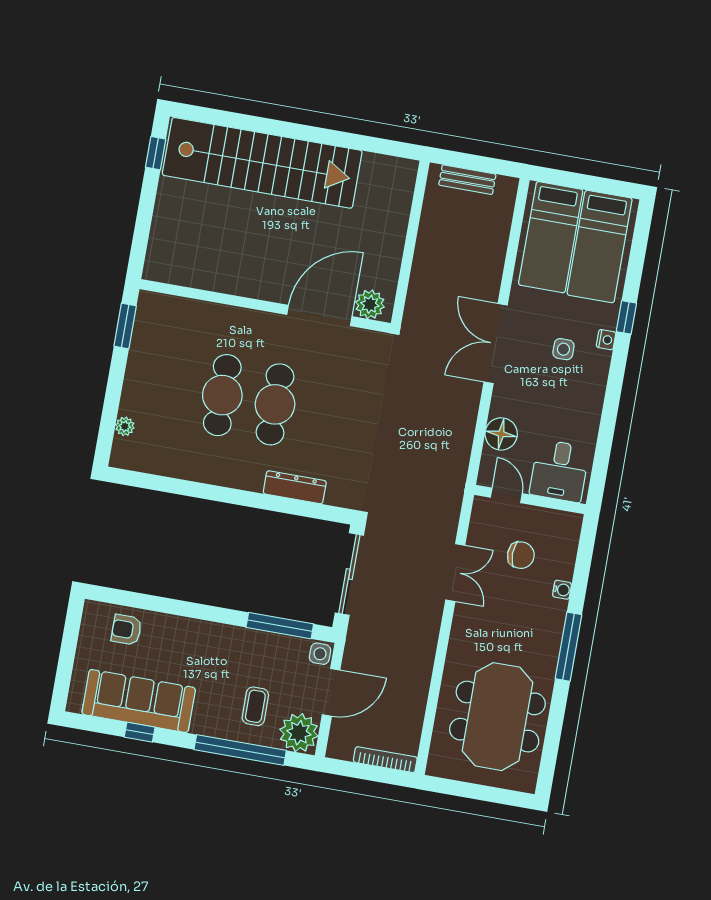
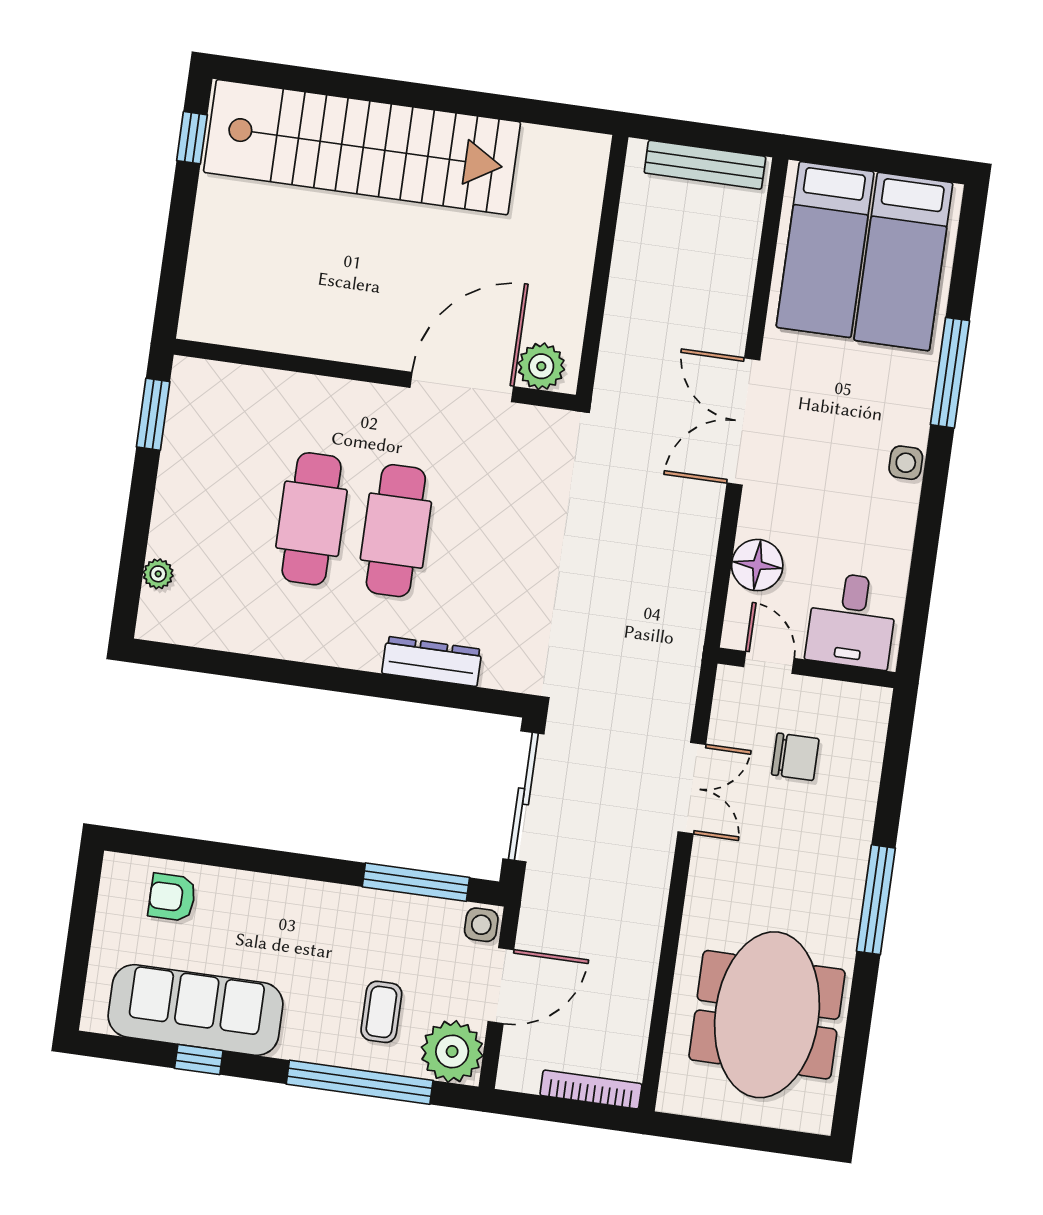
bench: (467, 180) -> (705, 165), width x1.36
window: (626, 317) -> (950, 373), width x2.17
nightstand: (606, 340) -> (919, 409), removed
side table: (563, 349) -> (906, 463), moved
water cooler: (562, 590) -> (863, 809), removed

